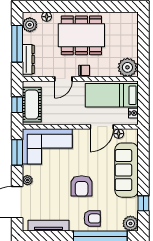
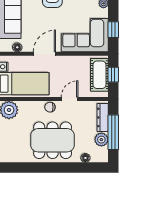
plant: (30, 25) -> (101, 140), moved
door: (102, 127) -> (44, 54), moved
window: (17, 152) -> (113, 30), width x0.67

